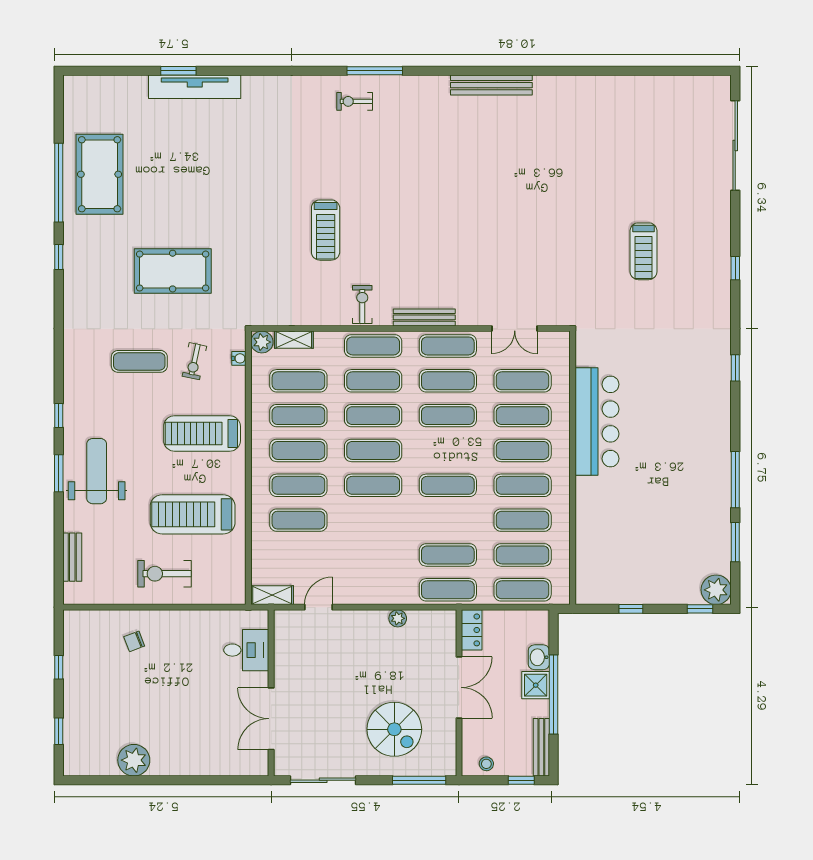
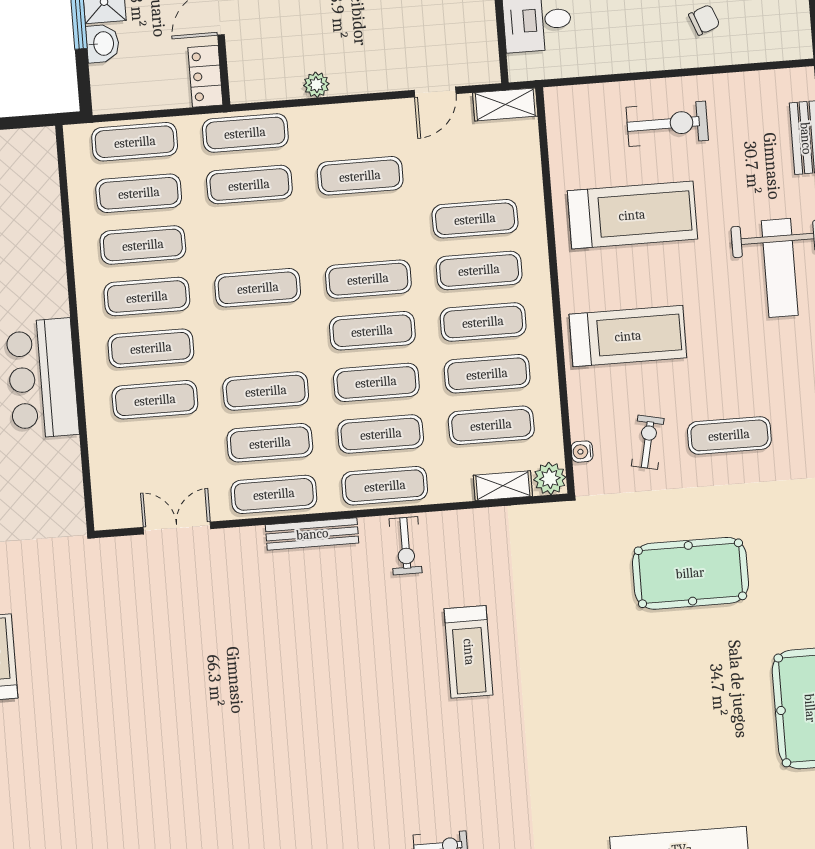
treadmill: (326, 230) -> (469, 652), turned 180
exercise mat: (523, 381) -> (360, 176), moved
bar counter: (597, 421) -> (42, 379), width x0.73

